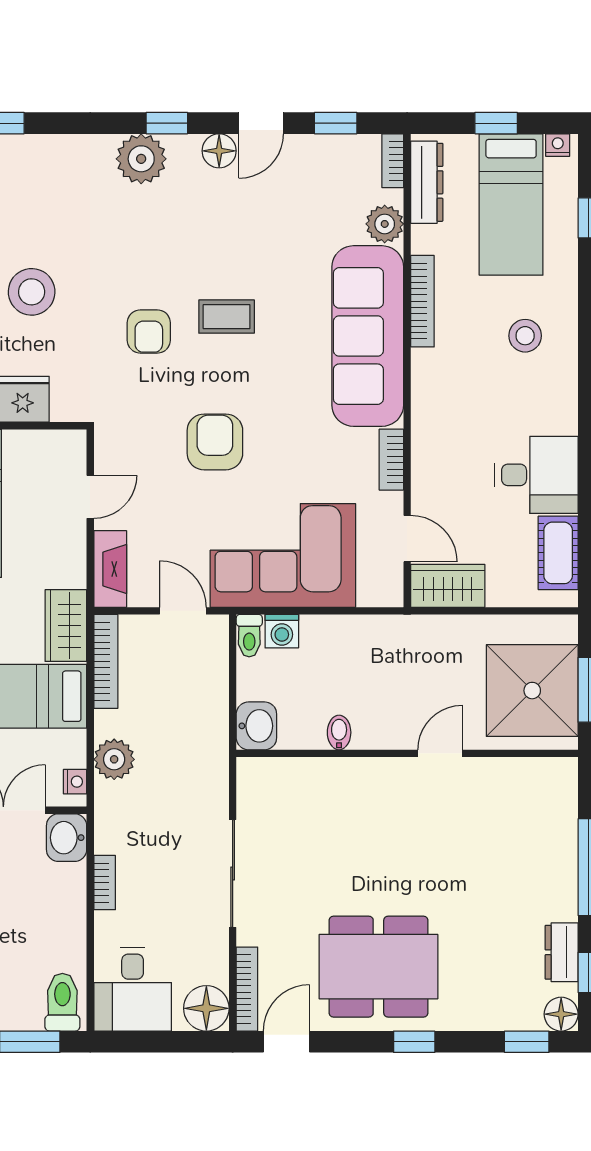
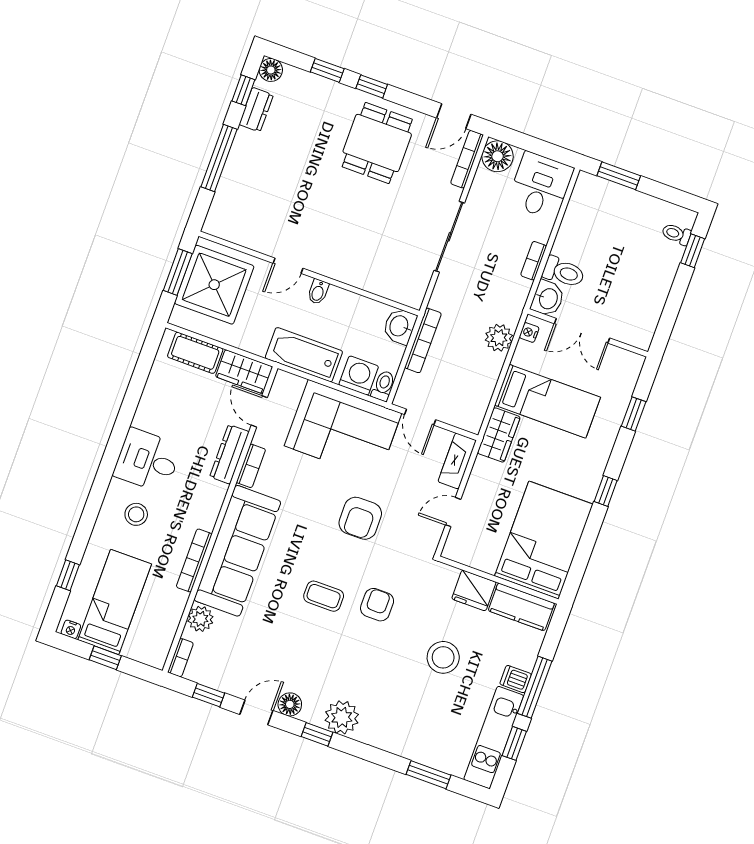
dresser: (427, 182) -> (229, 454), moved
desk: (536, 475) -> (147, 461), moved
cot: (558, 553) -> (195, 353), moved, turned 90
washing machine: (282, 631) -> (359, 376), width x1.38, depth x1.38
bathtub: (374, 639) -> (304, 355), added
bookcase: (106, 661) -> (423, 340), moved, turned 180
bidet: (339, 732) -> (318, 292), moved
dining table: (378, 967) -> (377, 143), width x0.73
toilet: (62, 1002) -> (564, 272), moved, turned -90
window: (527, 1042) -> (327, 70), moved

